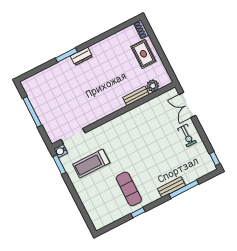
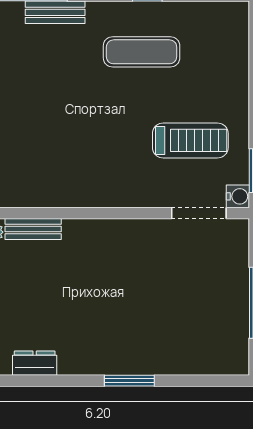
dresser: (81, 56) -> (35, 363), moved
exercise mat: (129, 189) -> (142, 52), turned 90

